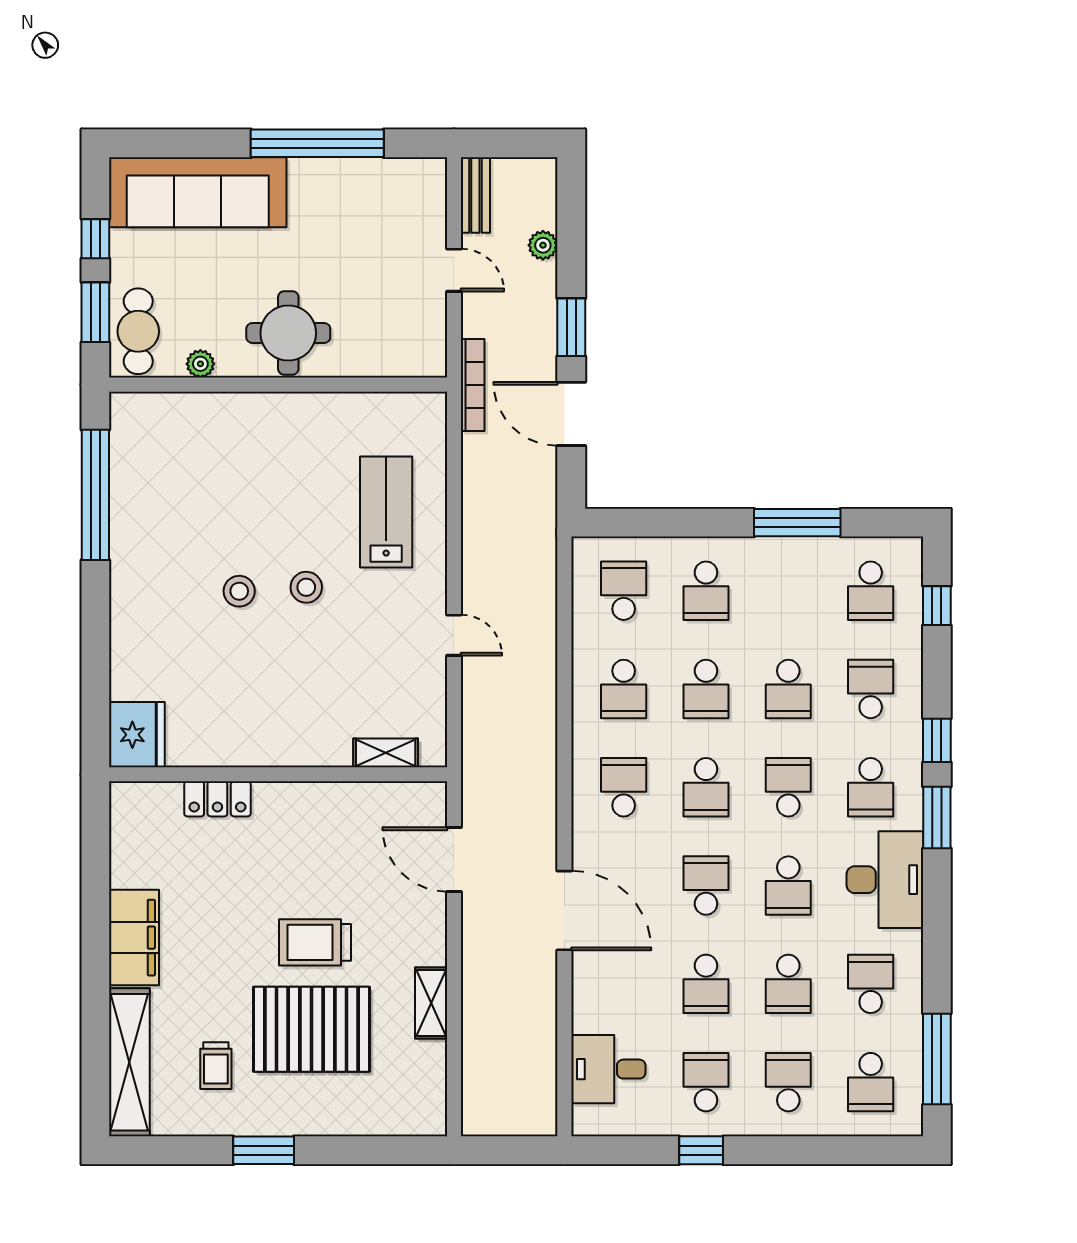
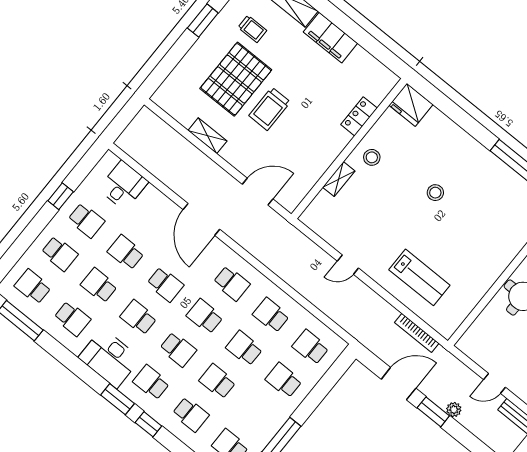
plant: (543, 245) -> (454, 410), moved
bookcase: (473, 385) -> (417, 333), moved
stool: (306, 587) -> (372, 157), moved
school desk: (624, 591) -> (310, 347), turned 180
shelving: (386, 753) -> (339, 179), moved
door: (564, 910) -> (201, 219), hinge flipped
trolley: (315, 942) -> (270, 109), turned 180
trolley: (216, 1066) -> (252, 29), turned 180

